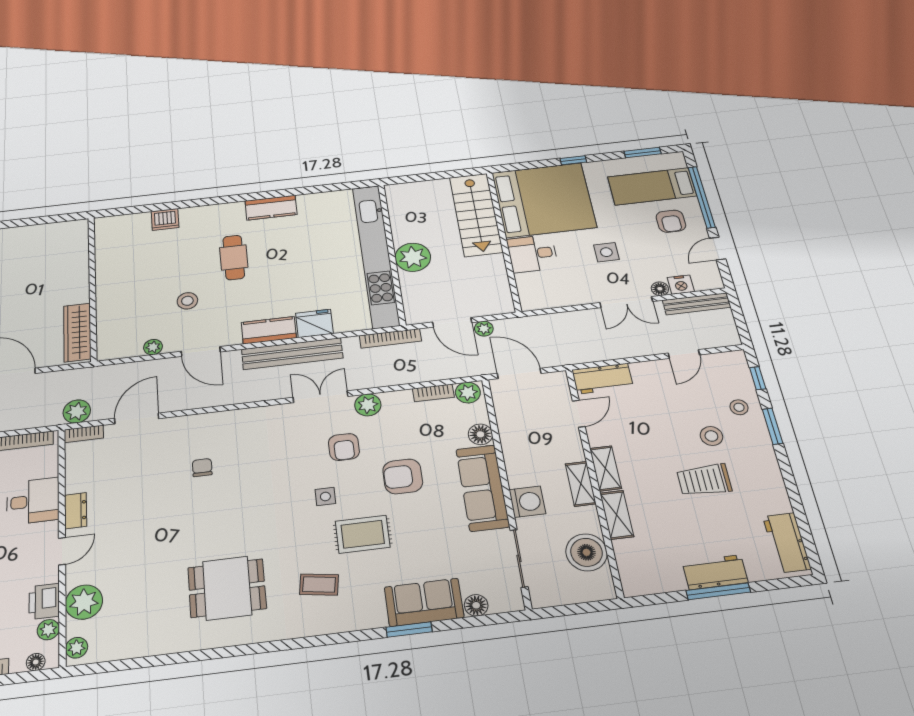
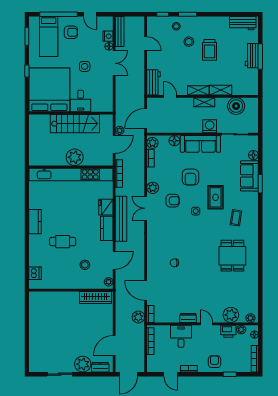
stairs: (476, 214) -> (75, 124), moved
wall: (92, 288) -> (71, 290), moved
wardrobe: (77, 332) -> (96, 297), moved

